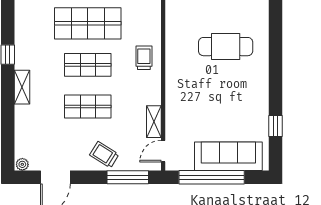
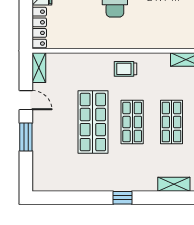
shelving: (22, 87) -> (174, 184), moved

